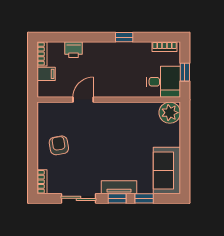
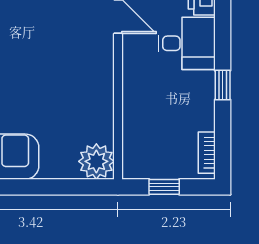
desk: (163, 82) -> (187, 43), moved, turned -90

